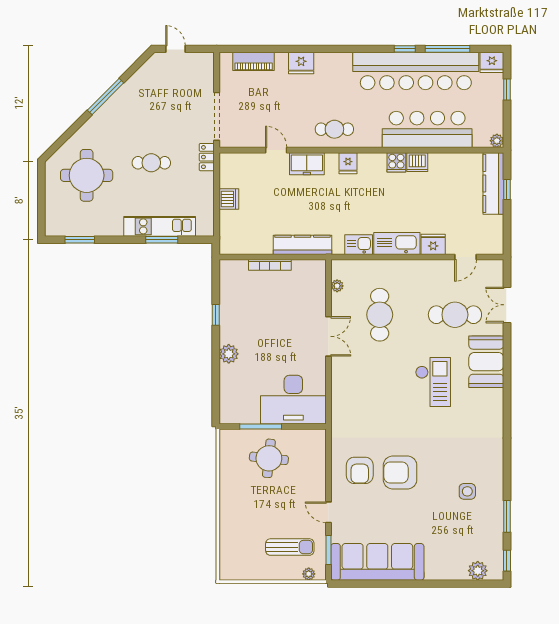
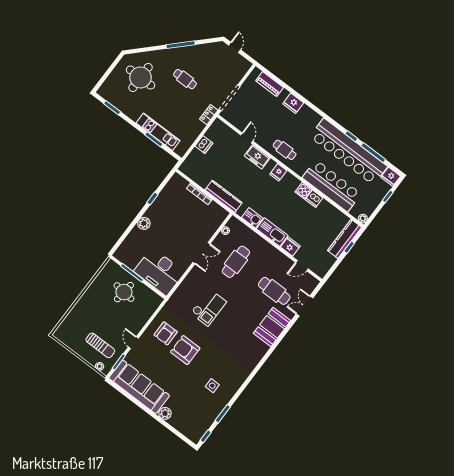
cafe table: (151, 163) -> (185, 79), moved
checkout: (433, 382) -> (209, 307), moved
plant: (478, 571) -> (165, 413), moved

